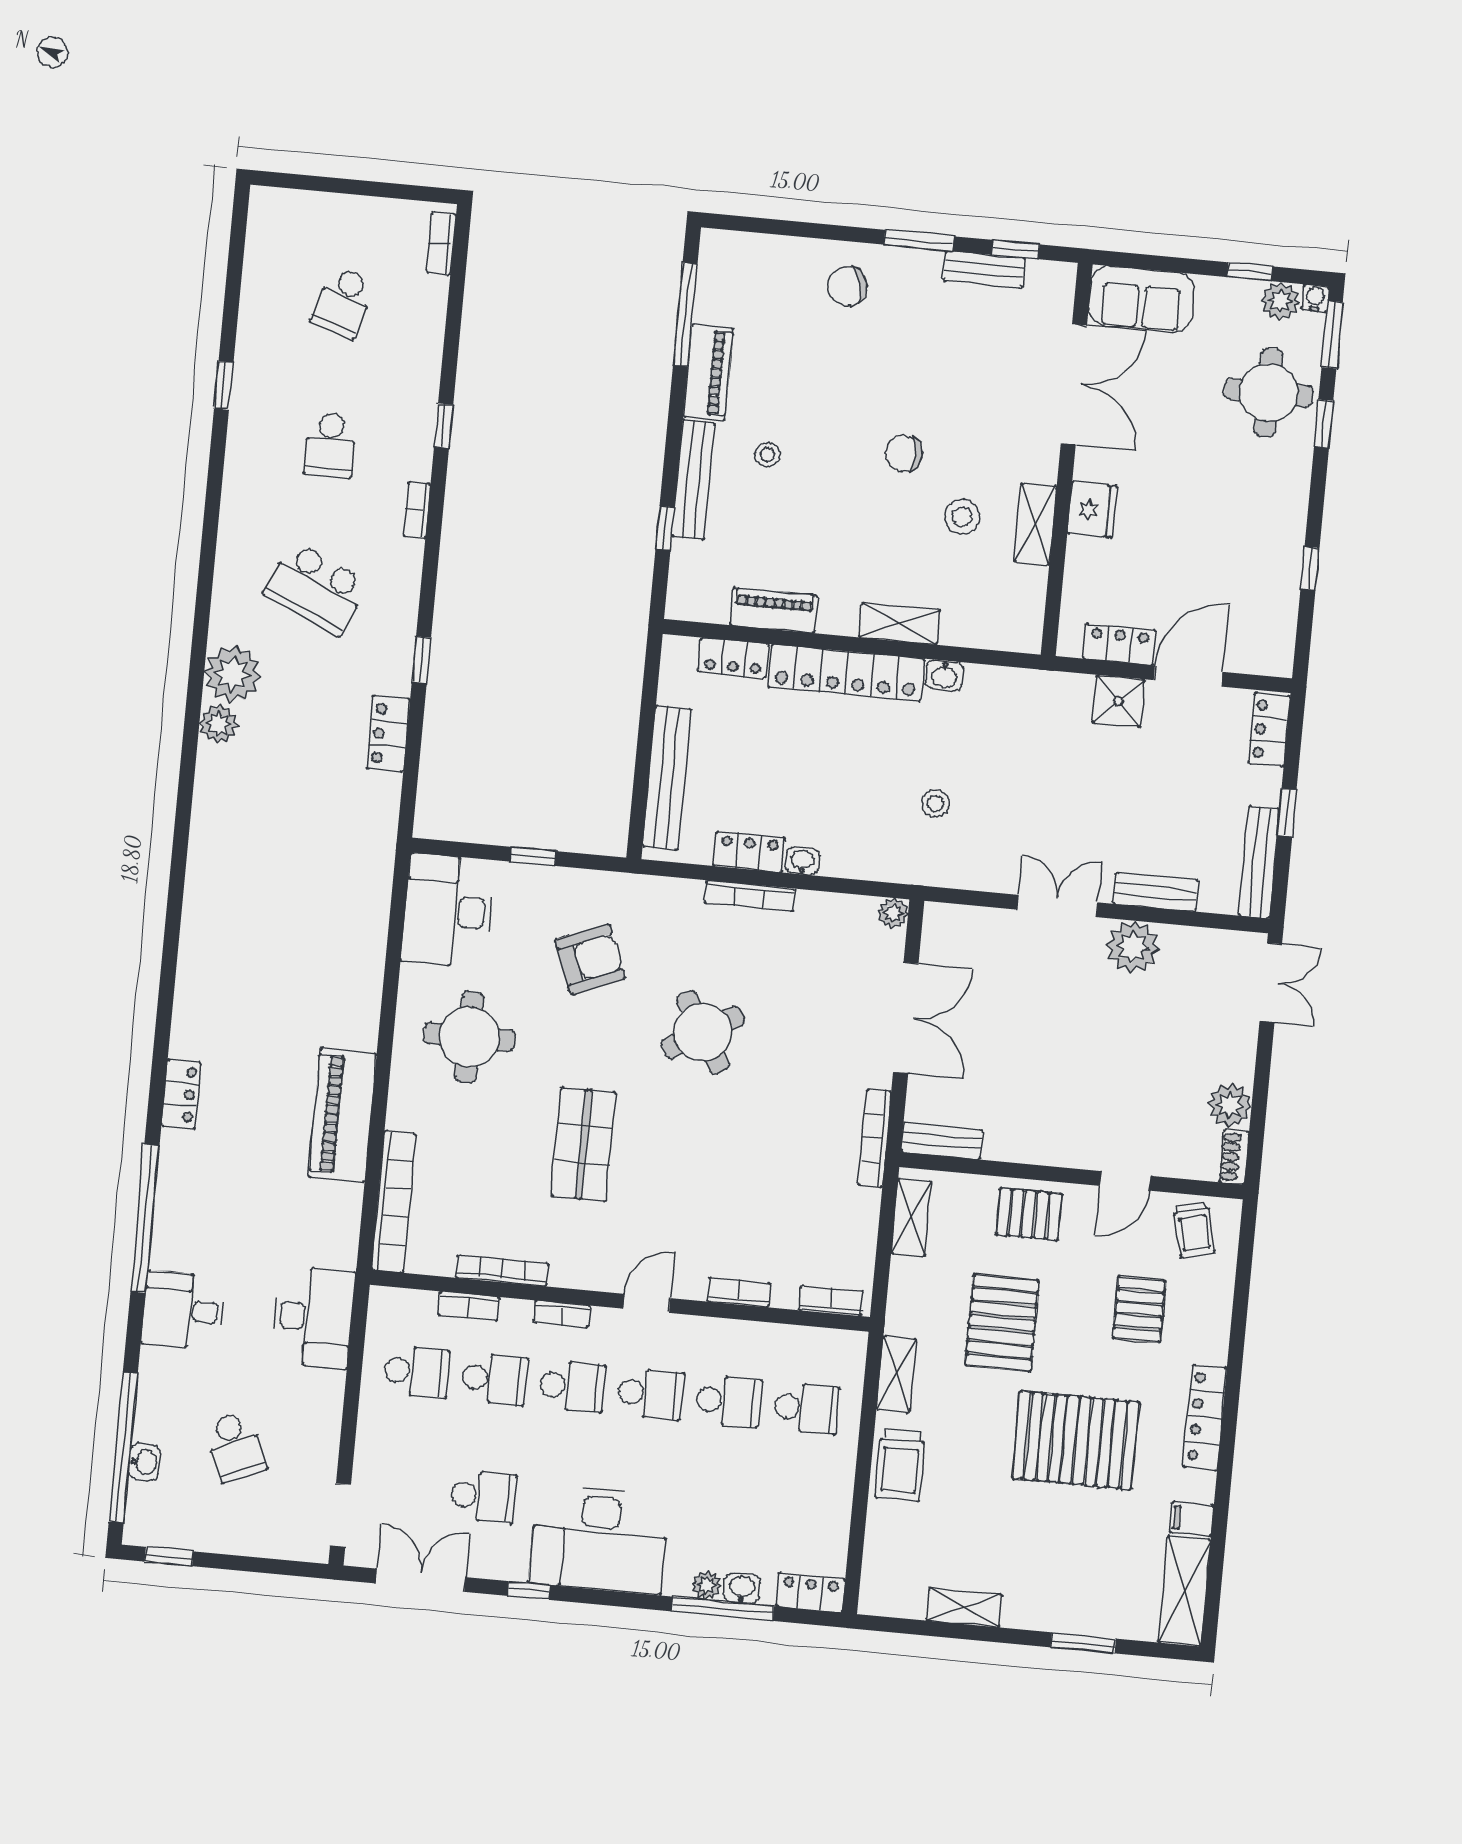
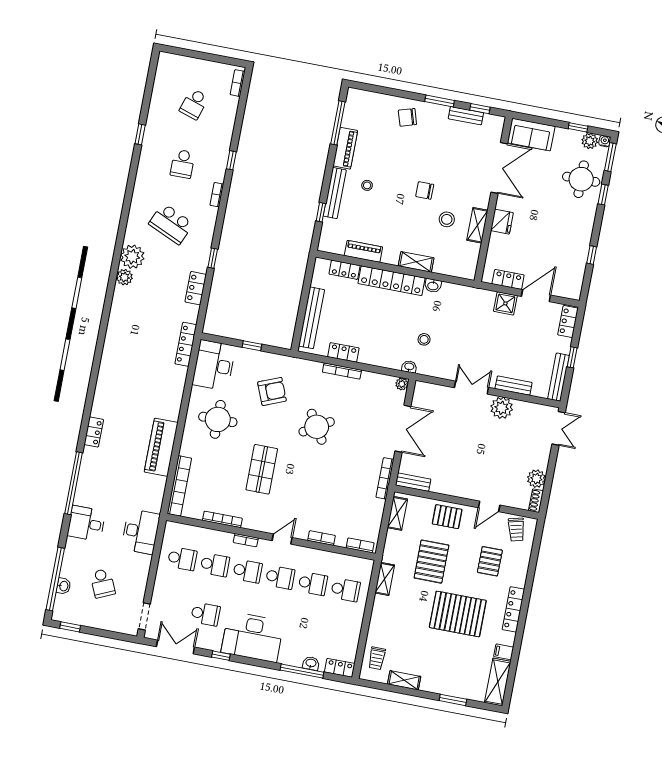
washbasin: (802, 861) -> (409, 367), moved
locker: (378, 868) -> (186, 344), added
bookcase: (469, 1306) -> (207, 533), removed
trolley: (900, 1465) -> (377, 658), moved, width x0.73, depth x0.72
plant: (707, 1585) -> (296, 661), removed

